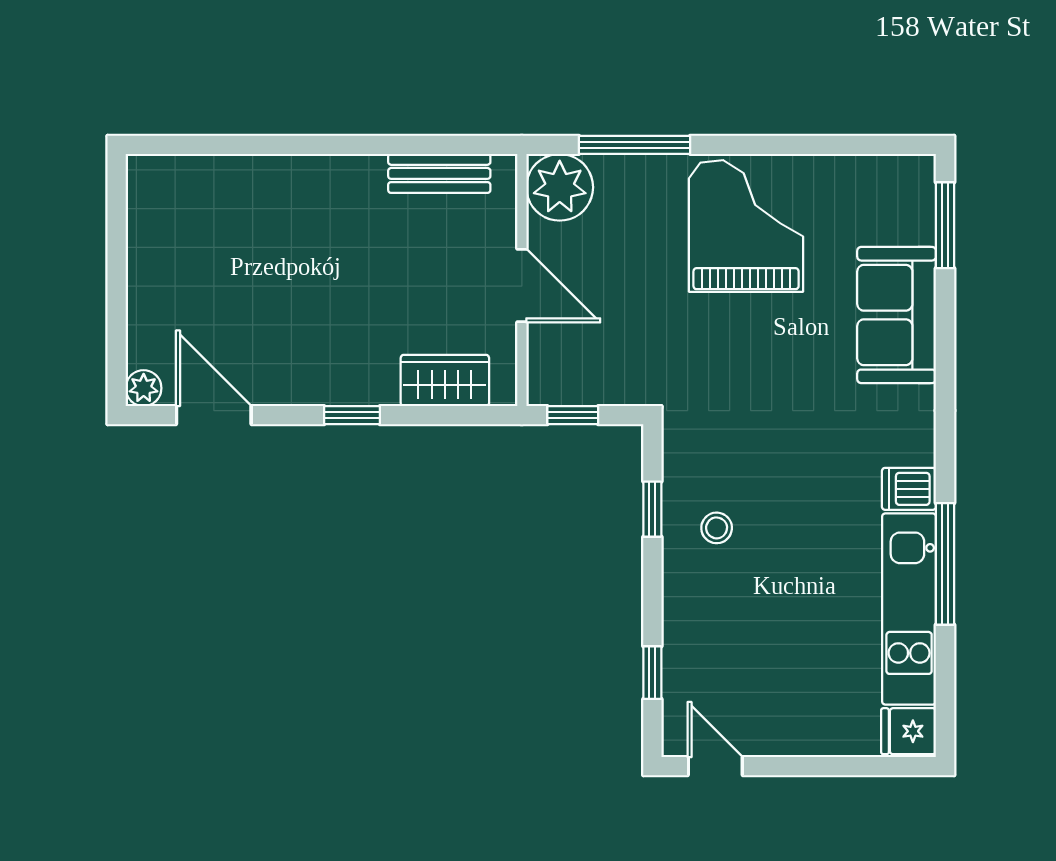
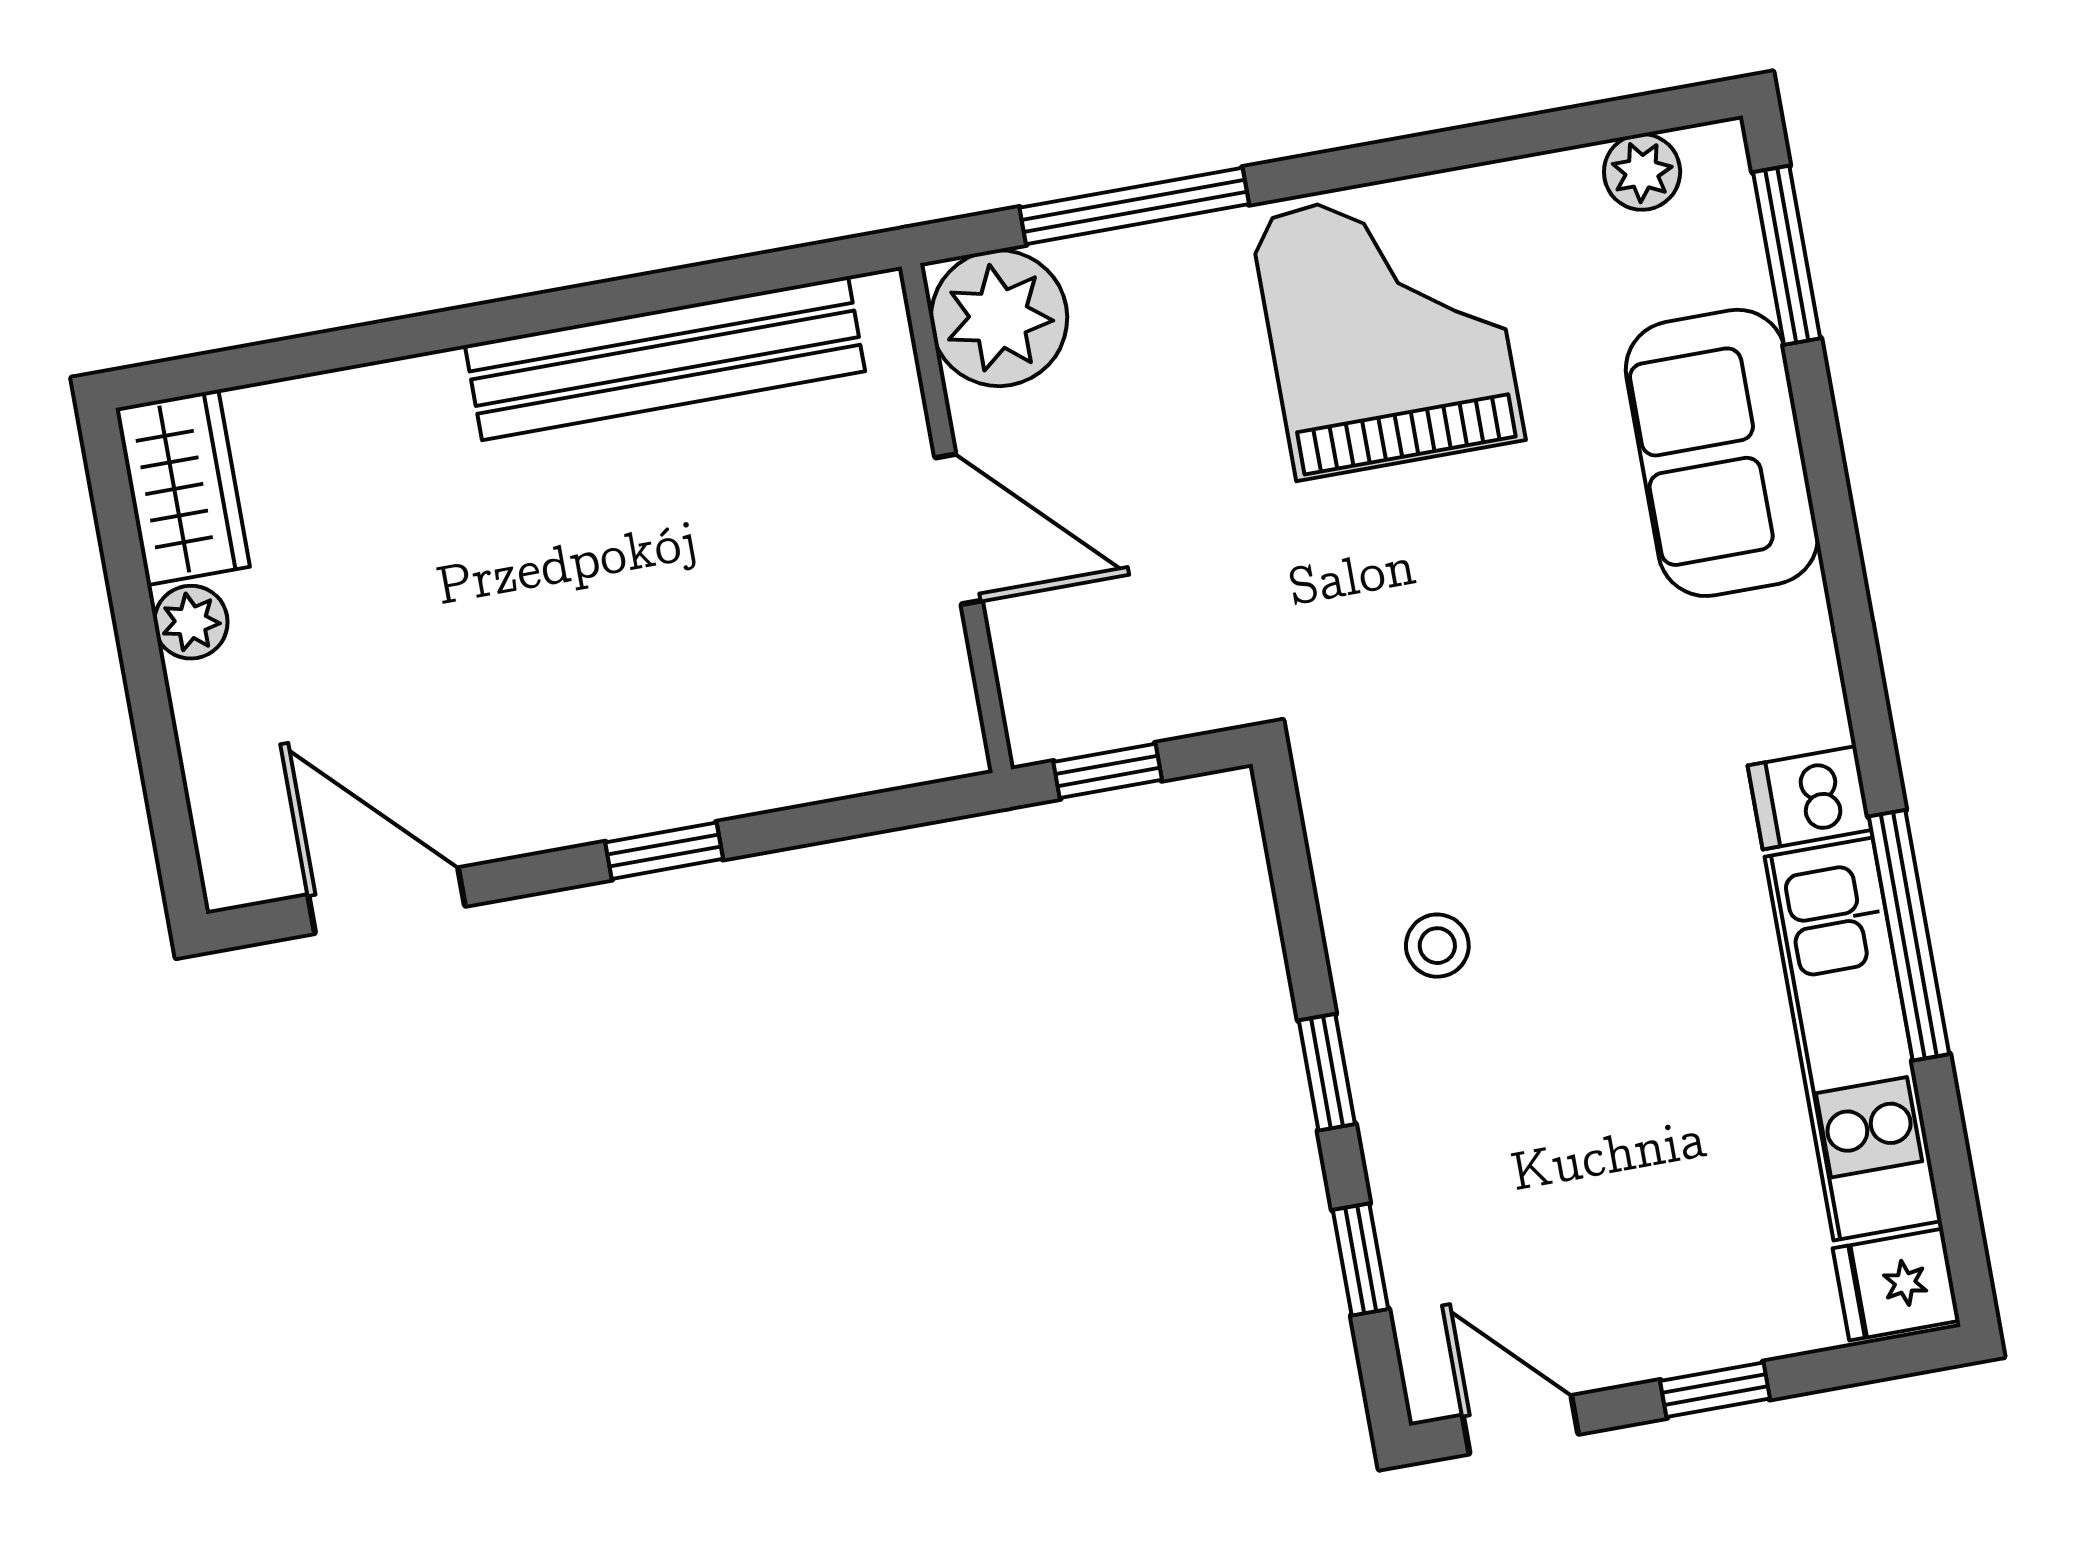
bench: (439, 173) -> (665, 358), width x1.86, depth x1.21
plant: (882, 173) -> (1642, 172), added
wardrobe: (445, 380) -> (183, 487), moved, turned 90
plant: (144, 388) -> (191, 622), moved
window: (652, 509) -> (1327, 1072), moved
window: (812, 766) -> (1715, 1390), added

